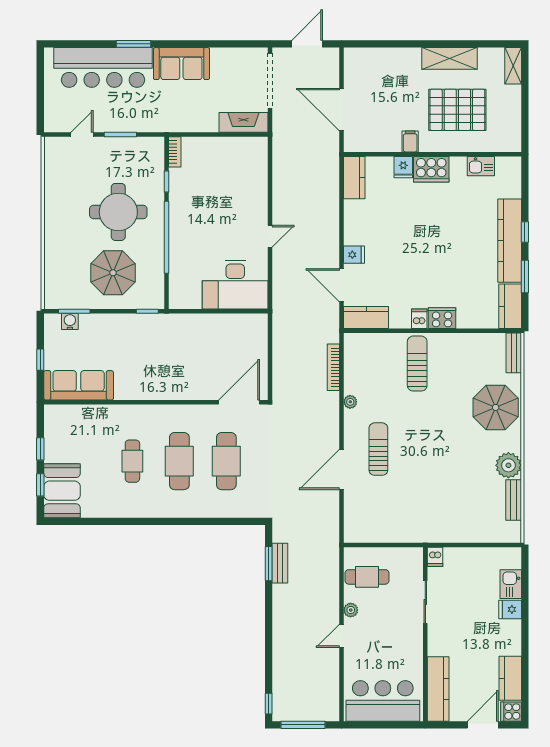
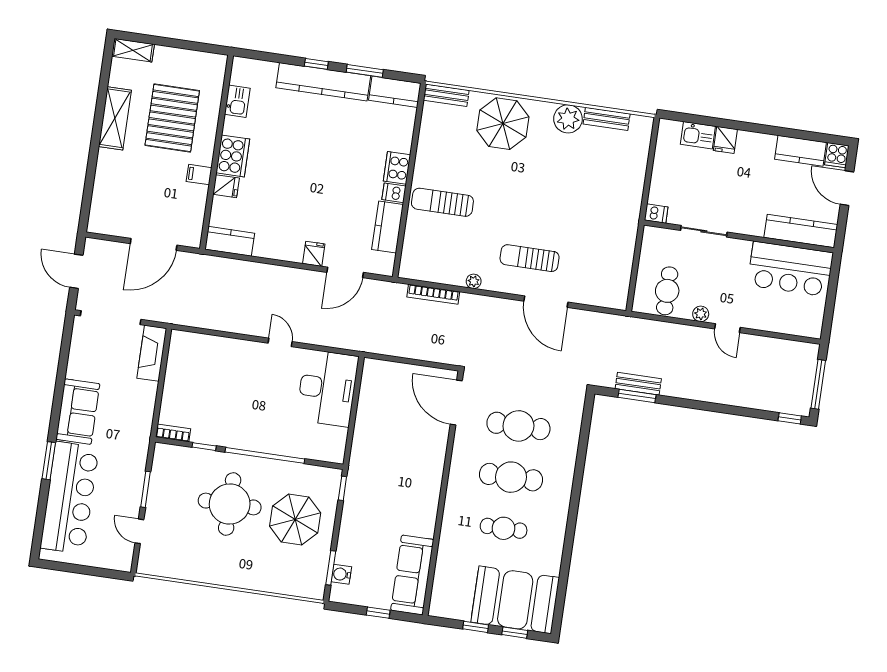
kitchen counter: (366, 317) -> (388, 227), moved
booth: (62, 491) -> (515, 600), width x1.36, depth x1.42
bar counter: (383, 701) -> (790, 269), moved, turned -90

